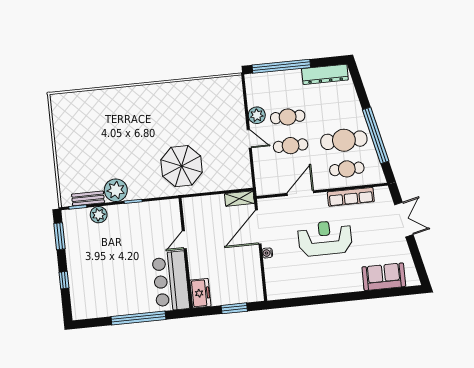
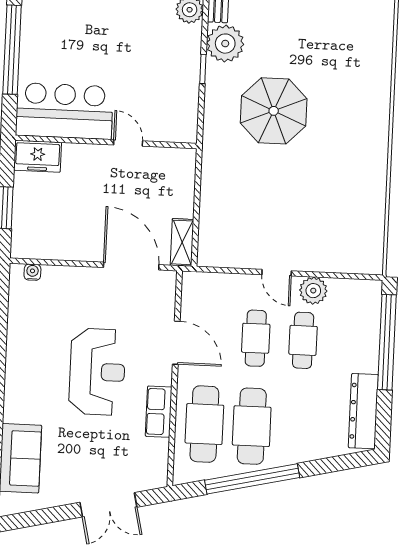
door: (249, 139) -> (277, 273), hinge flipped
parasol: (182, 166) -> (274, 111), moved
cafe table: (347, 169) -> (204, 424), width x1.37, depth x1.35
row of seats: (351, 197) -> (159, 412), width x0.68
water cooler: (267, 253) -> (32, 272), moved

